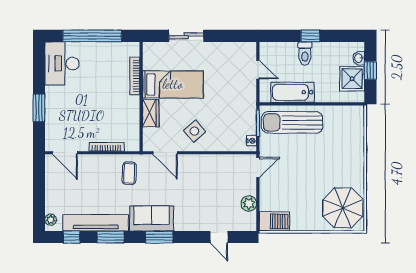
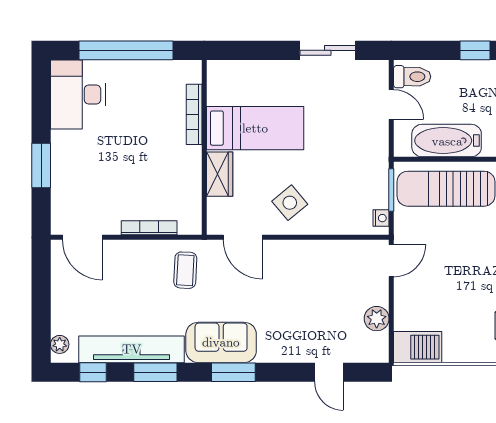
sliding door: (186, 36) -> (328, 50), moved
toilet: (305, 53) -> (412, 77), moved, turned -90

